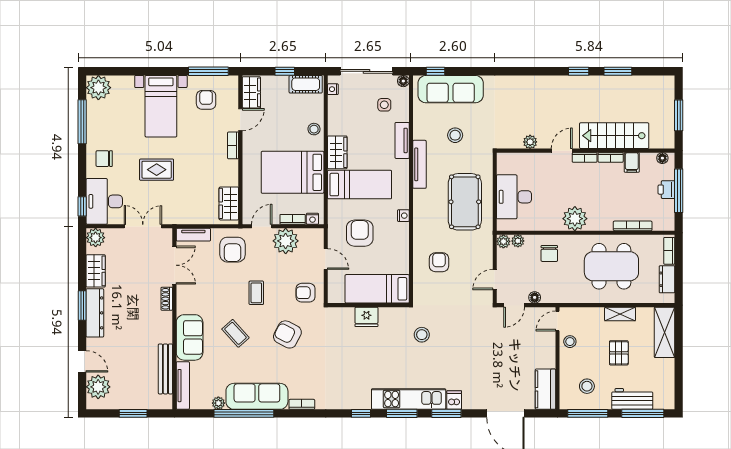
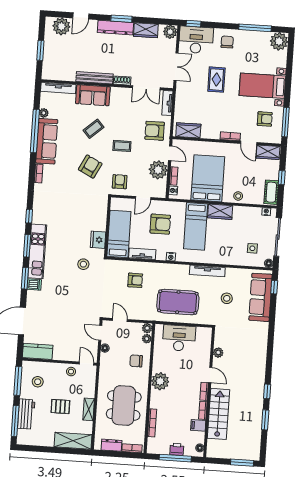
window: (679, 115) -> (242, 463), moved
tv unit: (402, 140) -> (142, 254), moved
fridge: (366, 317) -> (98, 240), moved
bench: (165, 369) -> (94, 78), moved

